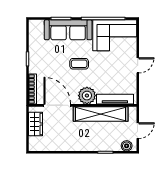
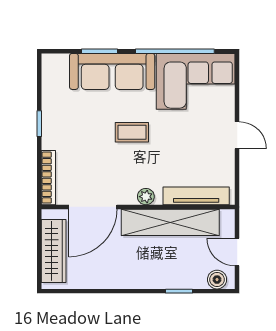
door: (138, 65) -> (237, 135), hinge flipped
plant: (87, 96) -> (146, 197), width x0.53, depth x0.53
door: (57, 105) -> (93, 207), swing flipped
wardrobe: (35, 124) -> (54, 251), width x1.50
door: (138, 131) -> (237, 252), swing flipped

